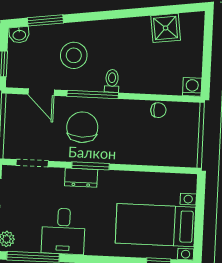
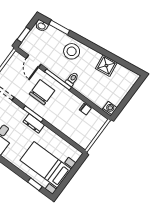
shower: (166, 28) -> (106, 66), moved
stool: (74, 55) -> (72, 51), moved
dresser: (81, 178) -> (34, 123), moved

